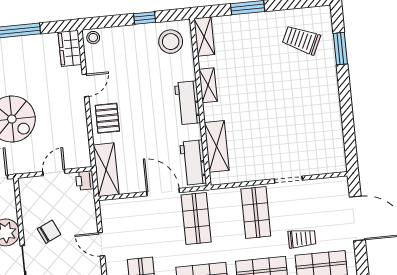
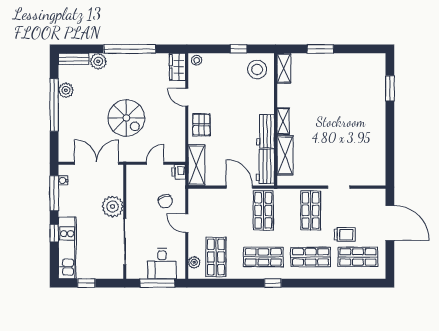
trolley: (301, 40) -> (360, 78), removed
door: (85, 85) -> (187, 97), swing flipped
shelving: (208, 85) -> (283, 121), moved
workbench: (188, 103) -> (266, 131), moved
chair: (49, 232) -> (165, 201), moved, turned 97

